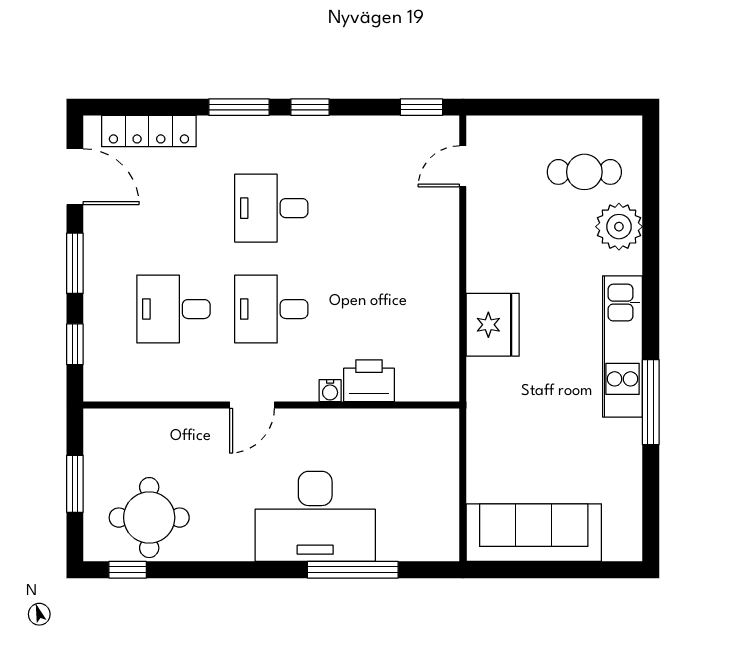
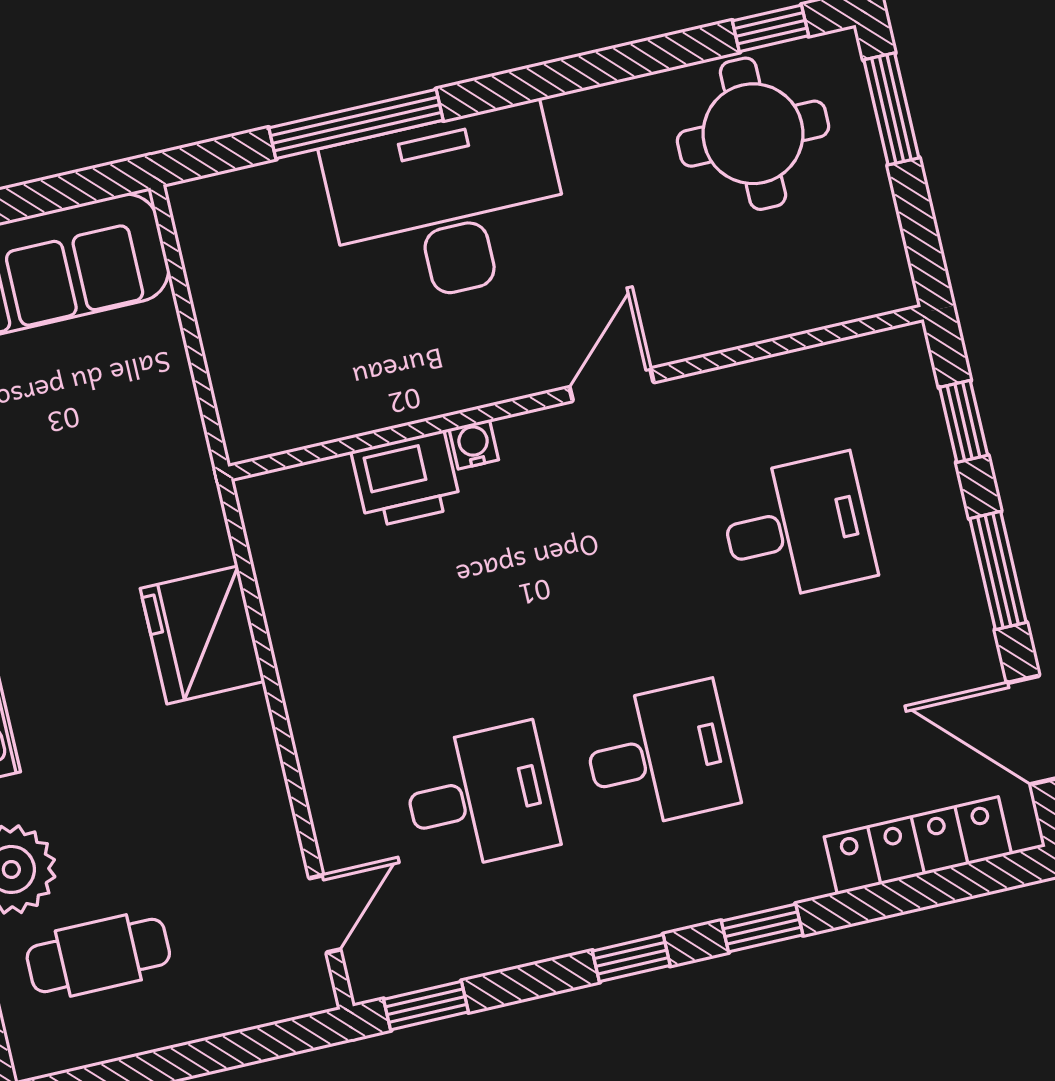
window: (239, 107) -> (762, 928), width x0.67
desk: (271, 309) -> (480, 797), moved
window: (75, 484) -> (891, 109), moved

